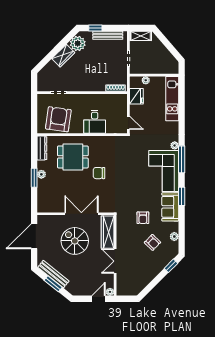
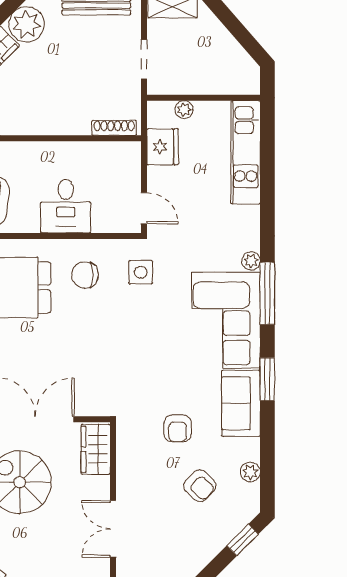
side table: (127, 150) -> (141, 272), added
chair: (99, 173) -> (85, 275), moved
wardrobe: (108, 232) -> (96, 449), width x0.67

